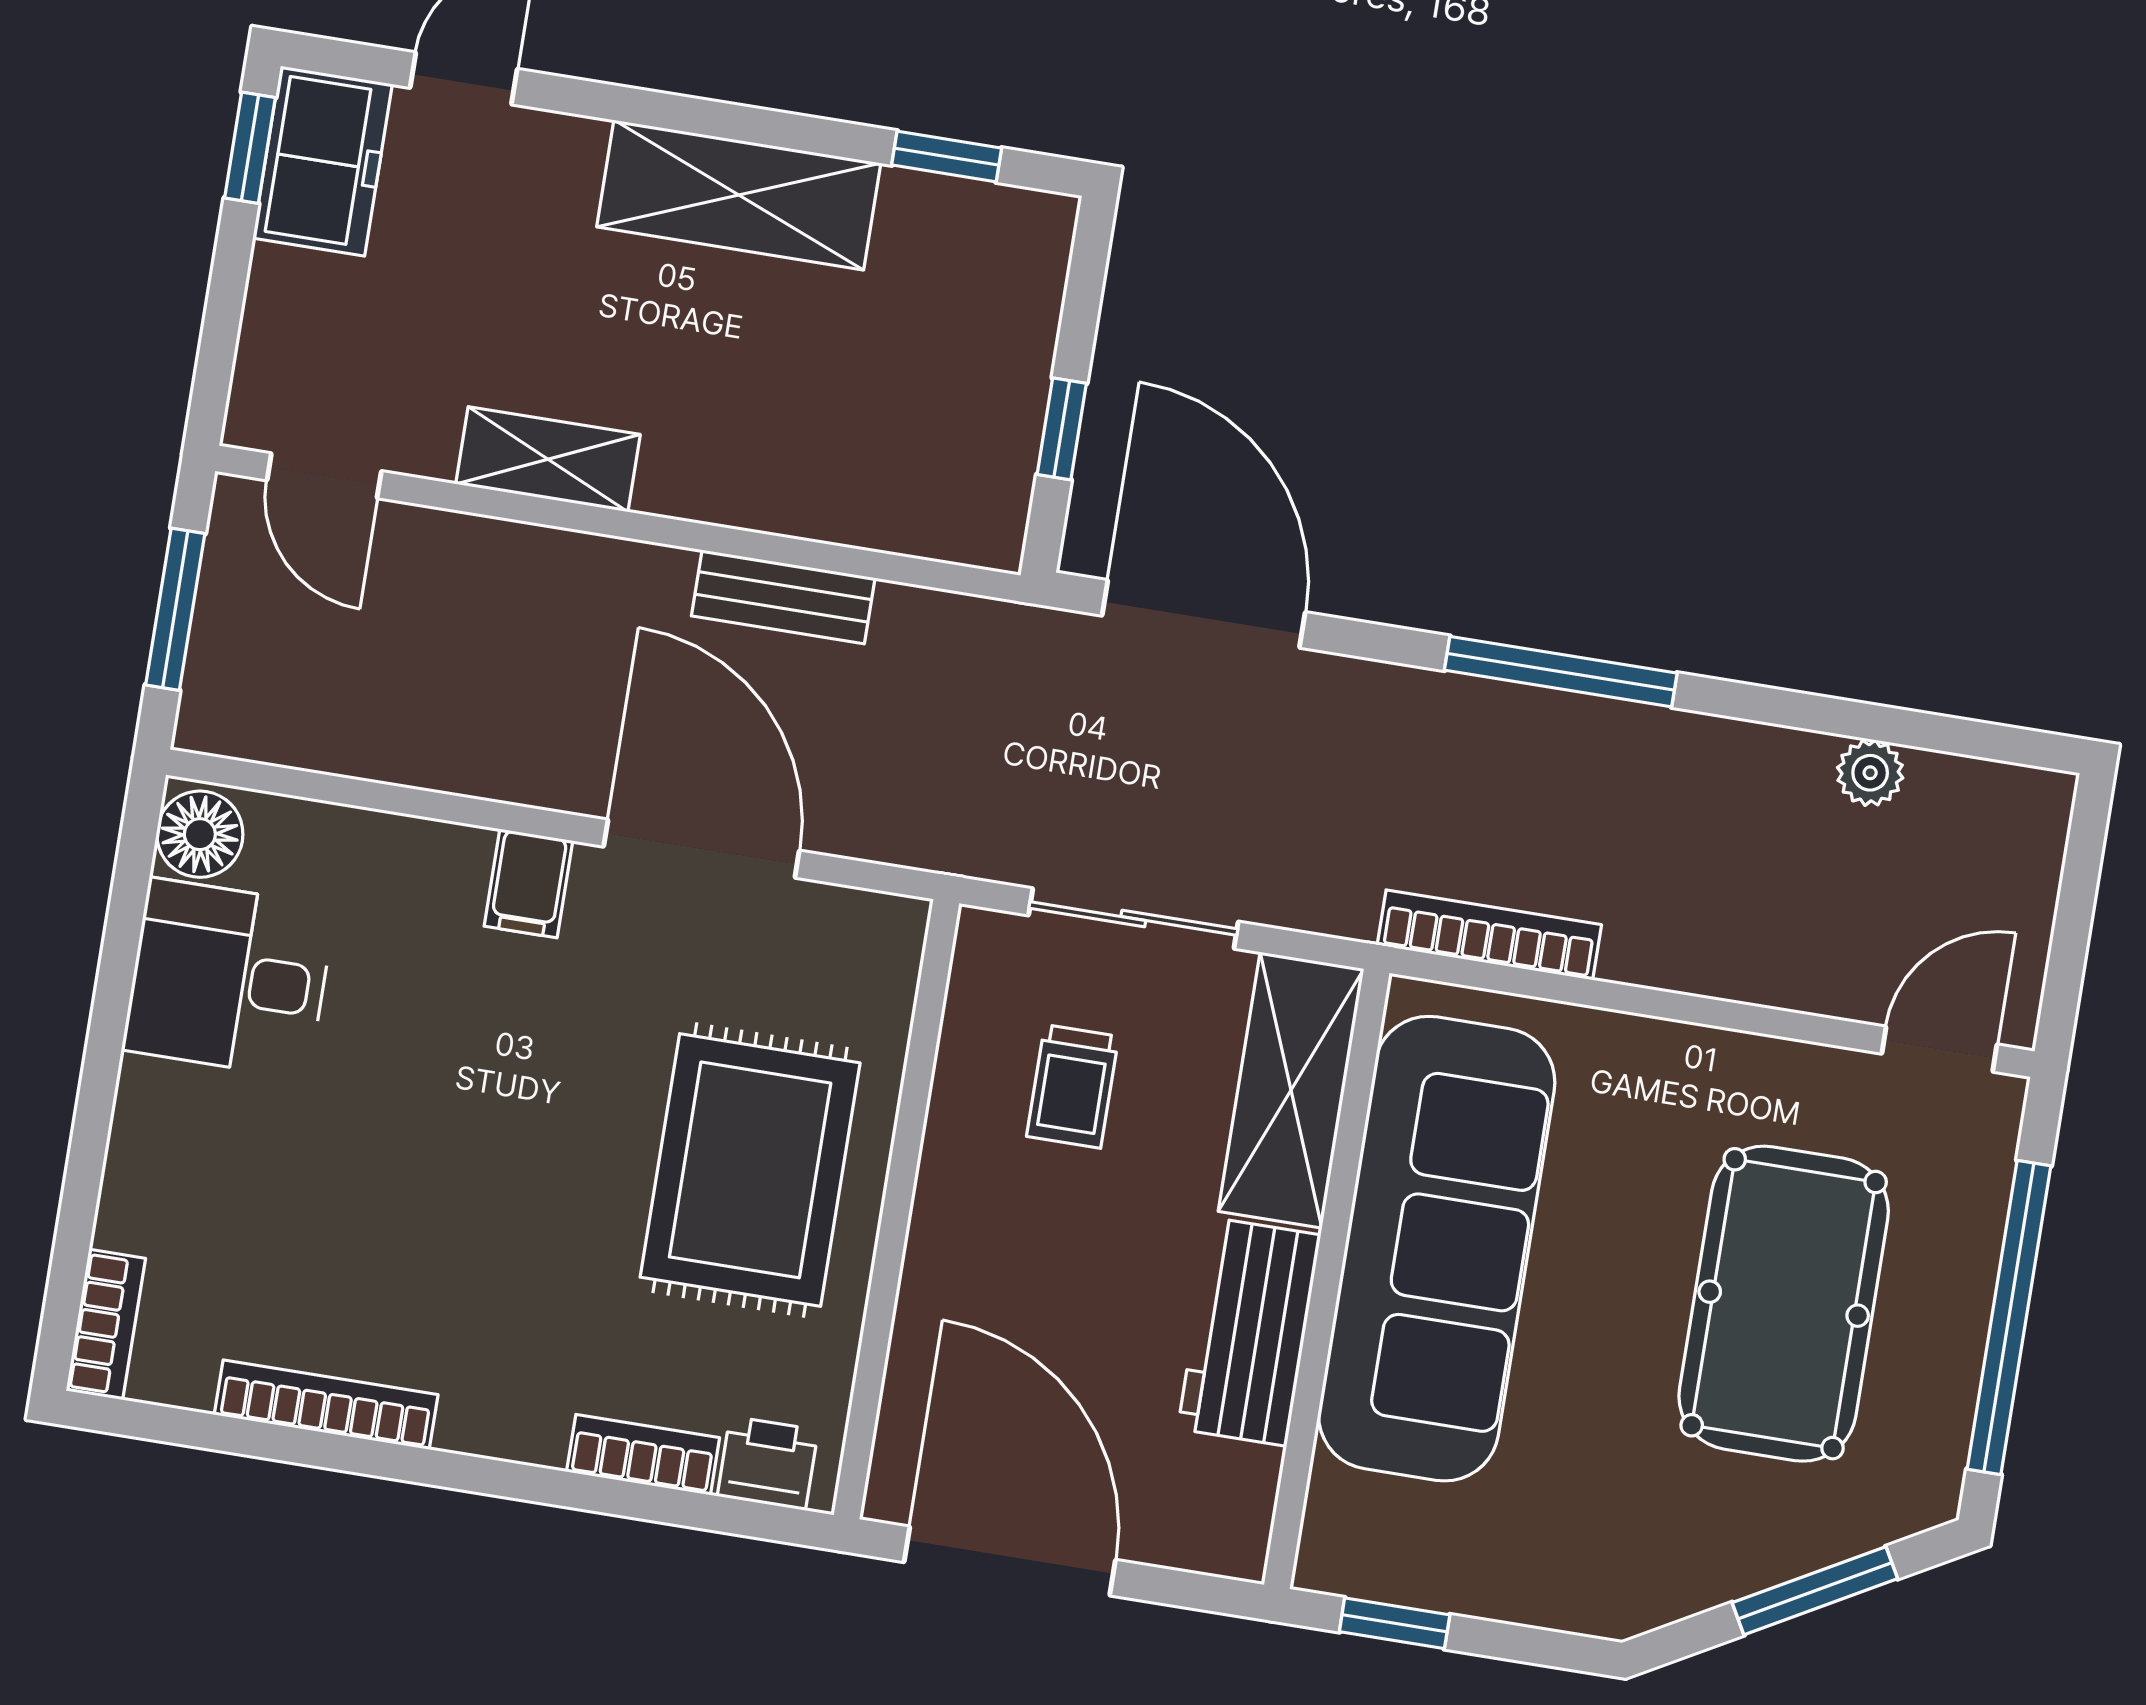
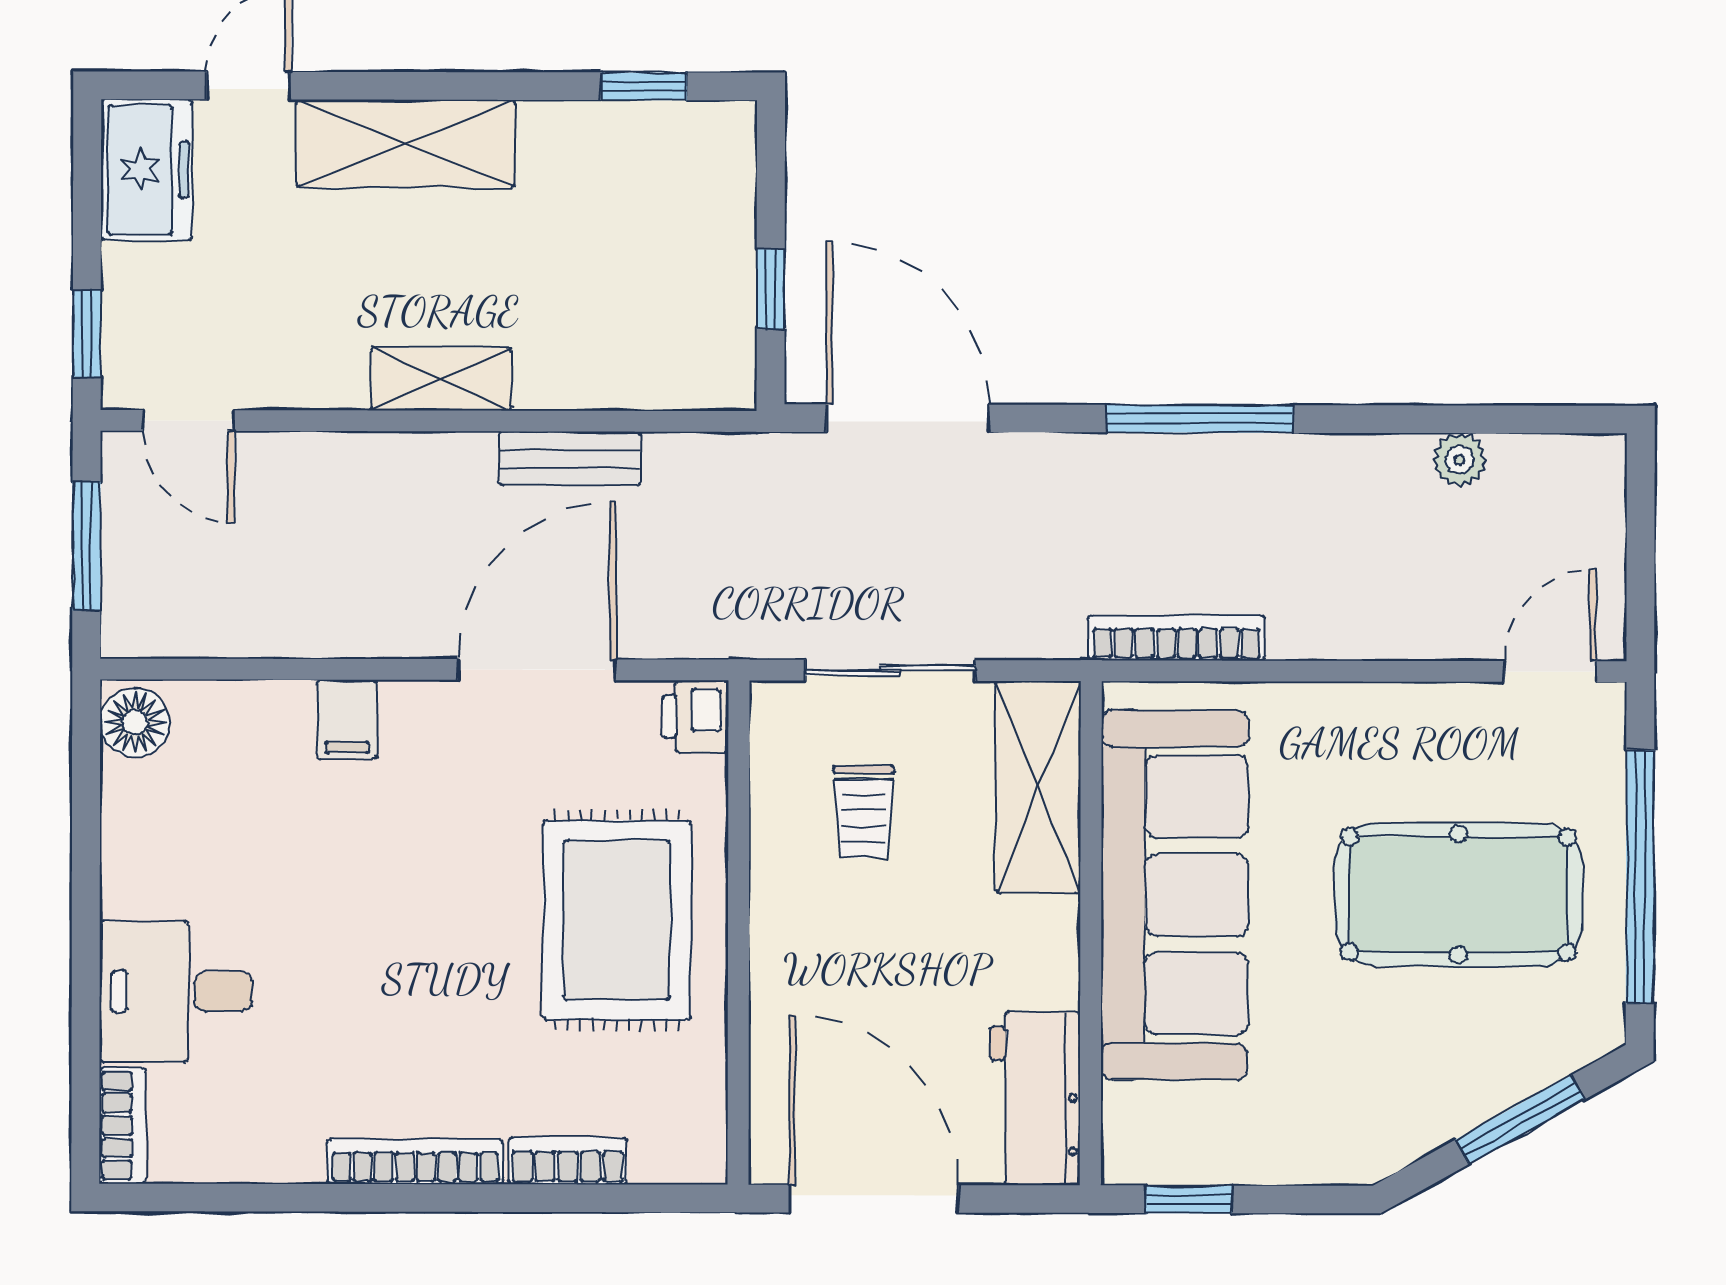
window: (250, 148) -> (87, 333), moved
shelving: (739, 195) -> (406, 143), moved
shelving: (548, 459) -> (441, 379), moved
door: (701, 849) -> (537, 670), hinge flipped
filing cabinet: (528, 883) -> (347, 720), moved
desk: (229, 978) -> (176, 991), moved
pool table: (1784, 1304) -> (1458, 895), turned 90
workbench: (1249, 1332) -> (1035, 1099), moved
bookcase: (326, 1405) -> (415, 1162), moved
printer: (768, 1463) -> (696, 717), moved, turned -90

